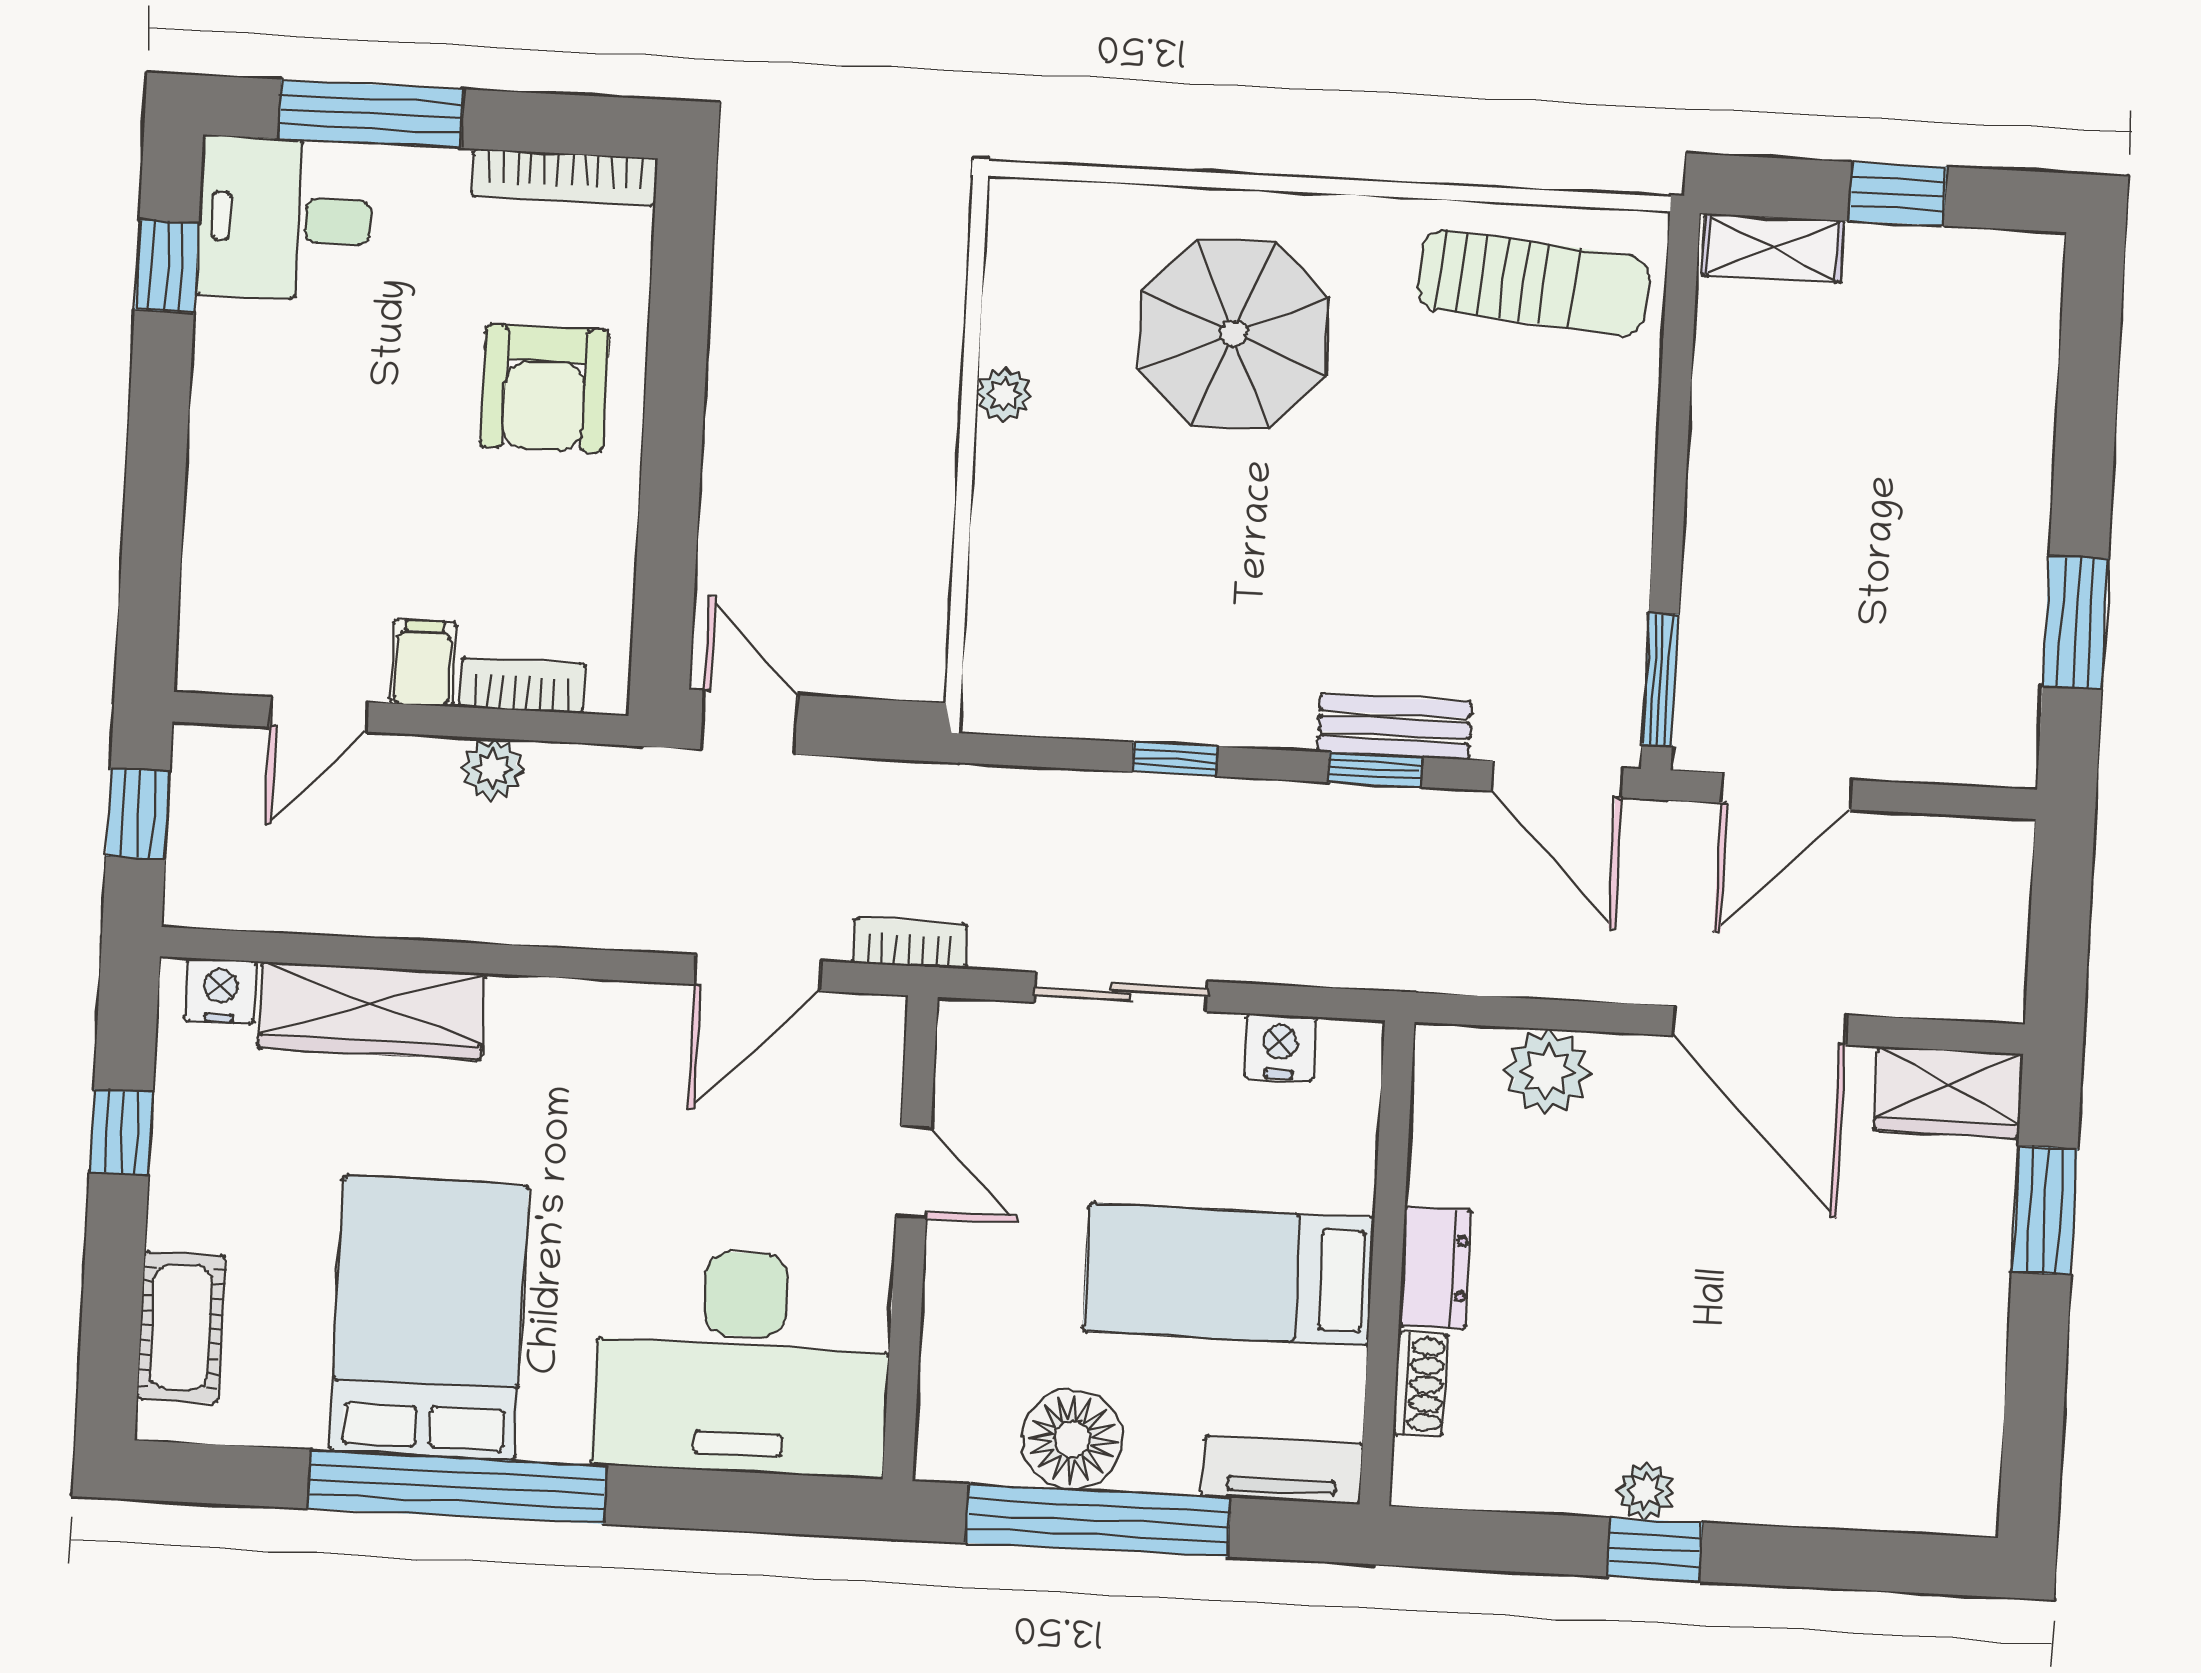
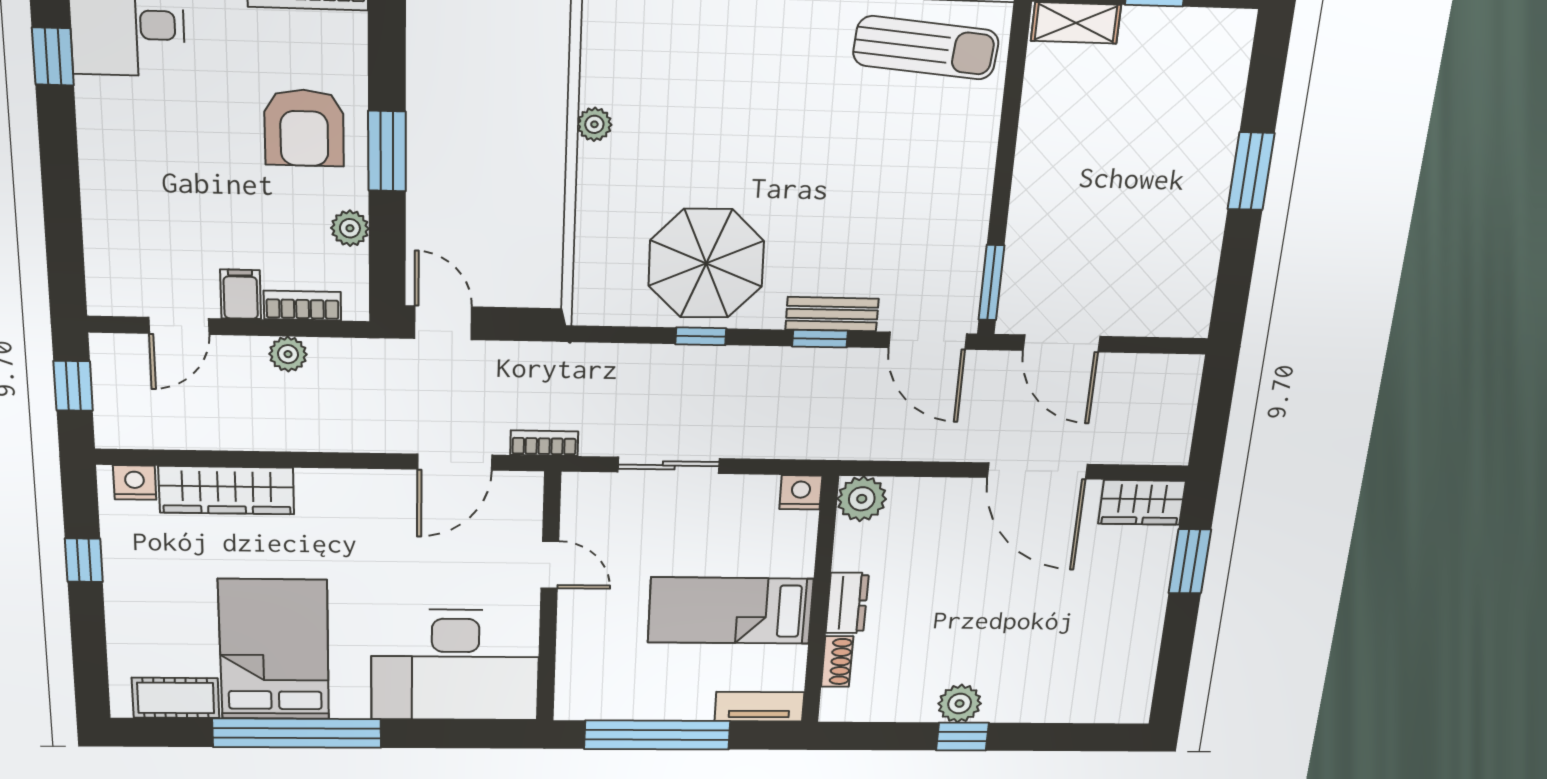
parasol: (1233, 334) -> (706, 264), moved
window: (673, 430) -> (387, 151), added
plant: (607, 556) -> (350, 228), added
window: (2075, 622) -> (1251, 171), moved
door: (1786, 791) -> (1062, 343), hinge flipped
nightstand: (1280, 1047) -> (801, 492), moved
plant: (1547, 1072) -> (862, 499), moved
cot: (181, 1327) -> (176, 698), moved, turned 90
floor lamp: (1072, 1439) -> (643, 696), removed
plant: (1645, 1491) -> (960, 704), width x1.38, depth x1.38

